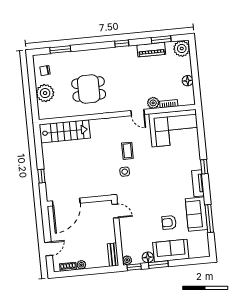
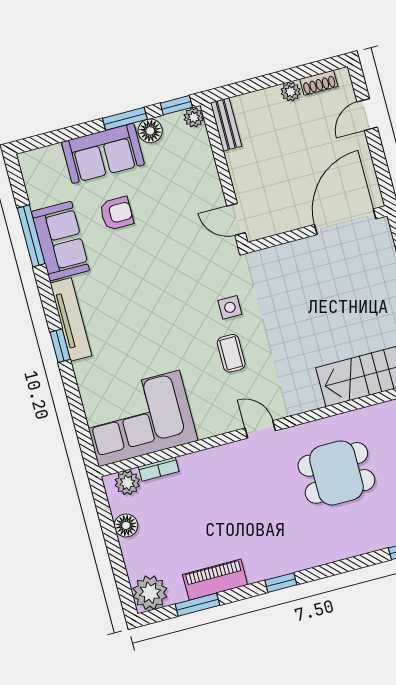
plant: (153, 103) -> (127, 483), moved
door: (138, 113) -> (260, 429), moved
tv unit: (198, 183) -> (71, 319), width x1.41

